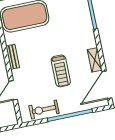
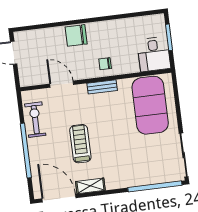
treadmill: (61, 71) -> (80, 144), turned 90

